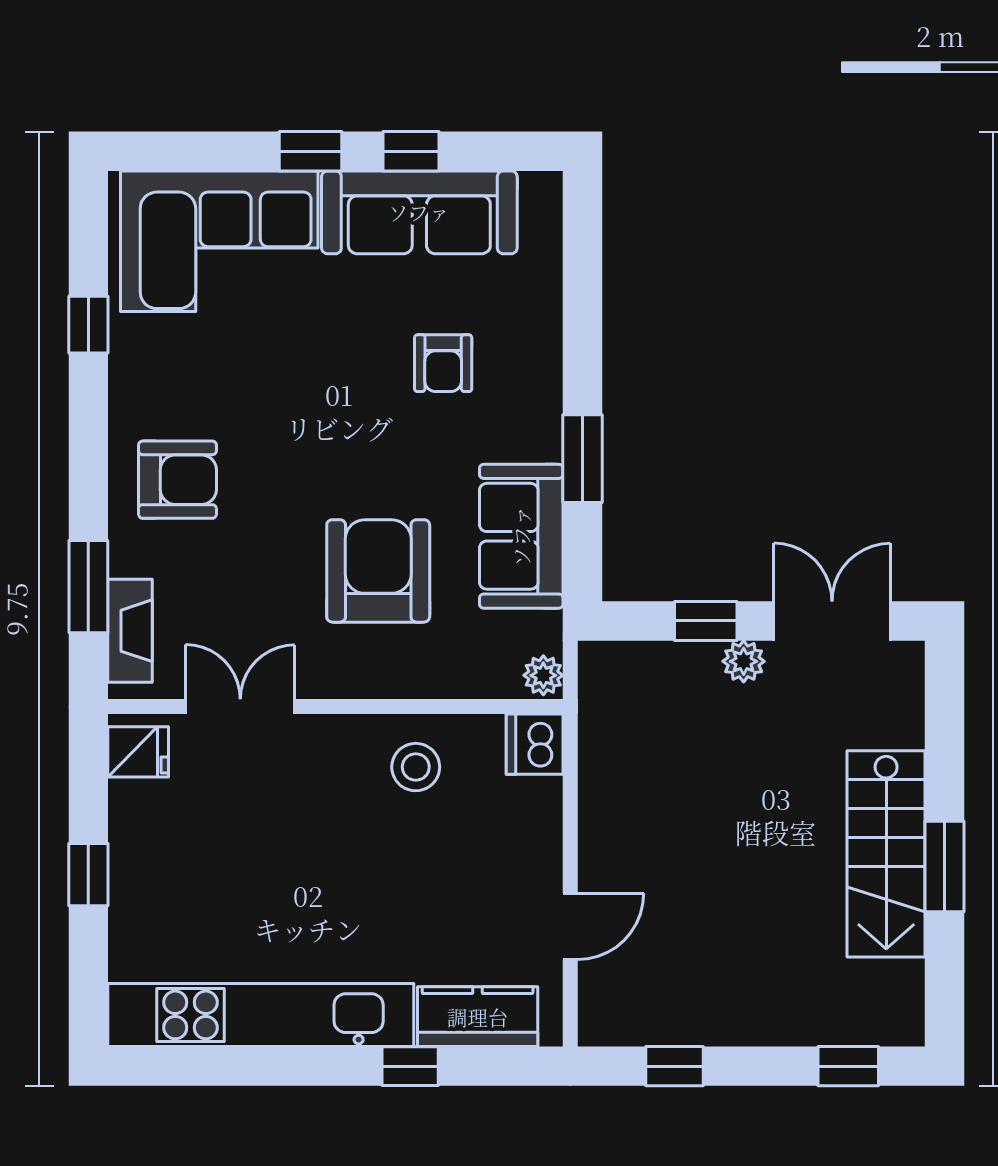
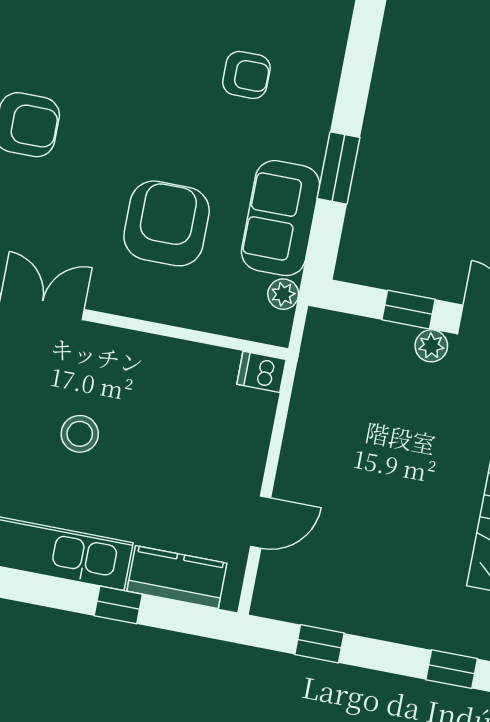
armchair: (443, 363) -> (246, 75), turned -90
plant: (543, 675) -> (283, 294), moved
dishwasher: (535, 744) -> (261, 372), width x0.73
stool: (416, 767) -> (80, 434), moved

